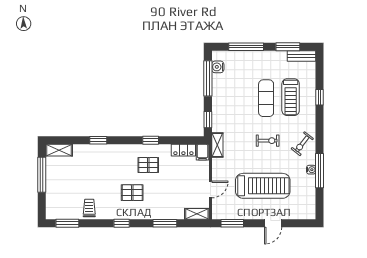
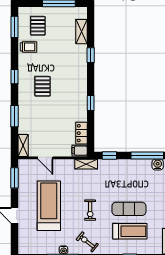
treadmill: (291, 97) -> (130, 231), turned 180
shelving: (59, 150) -> (81, 32), moved
pallet: (148, 165) -> (38, 26), moved
treadmill: (263, 186) -> (49, 206), turned 180

